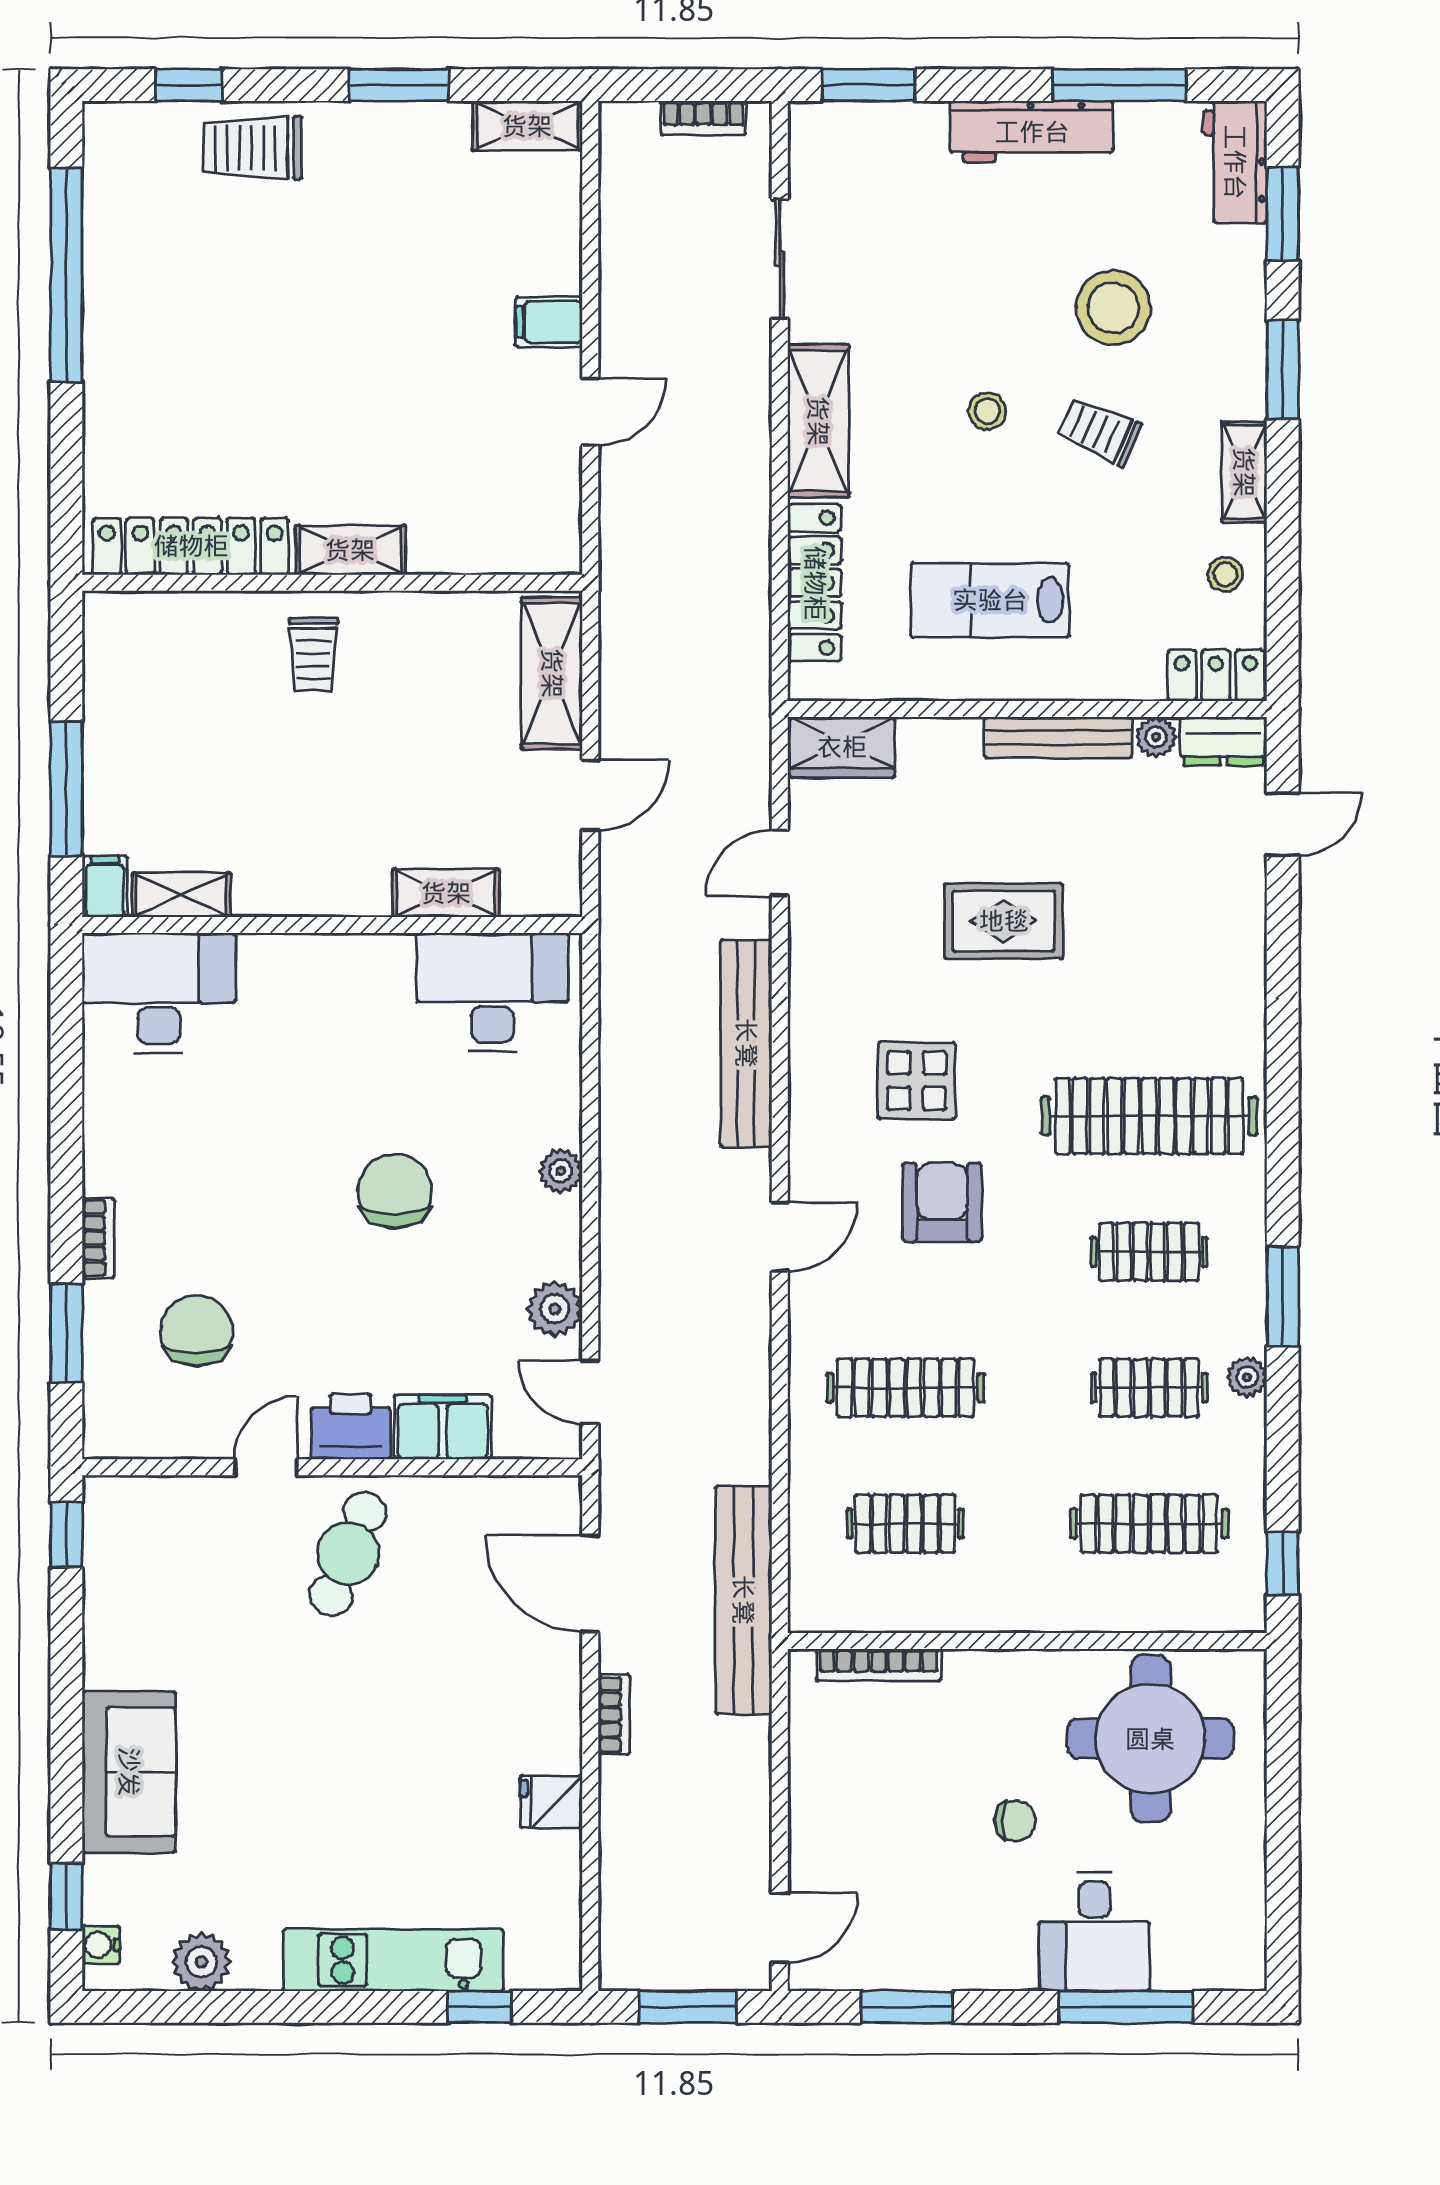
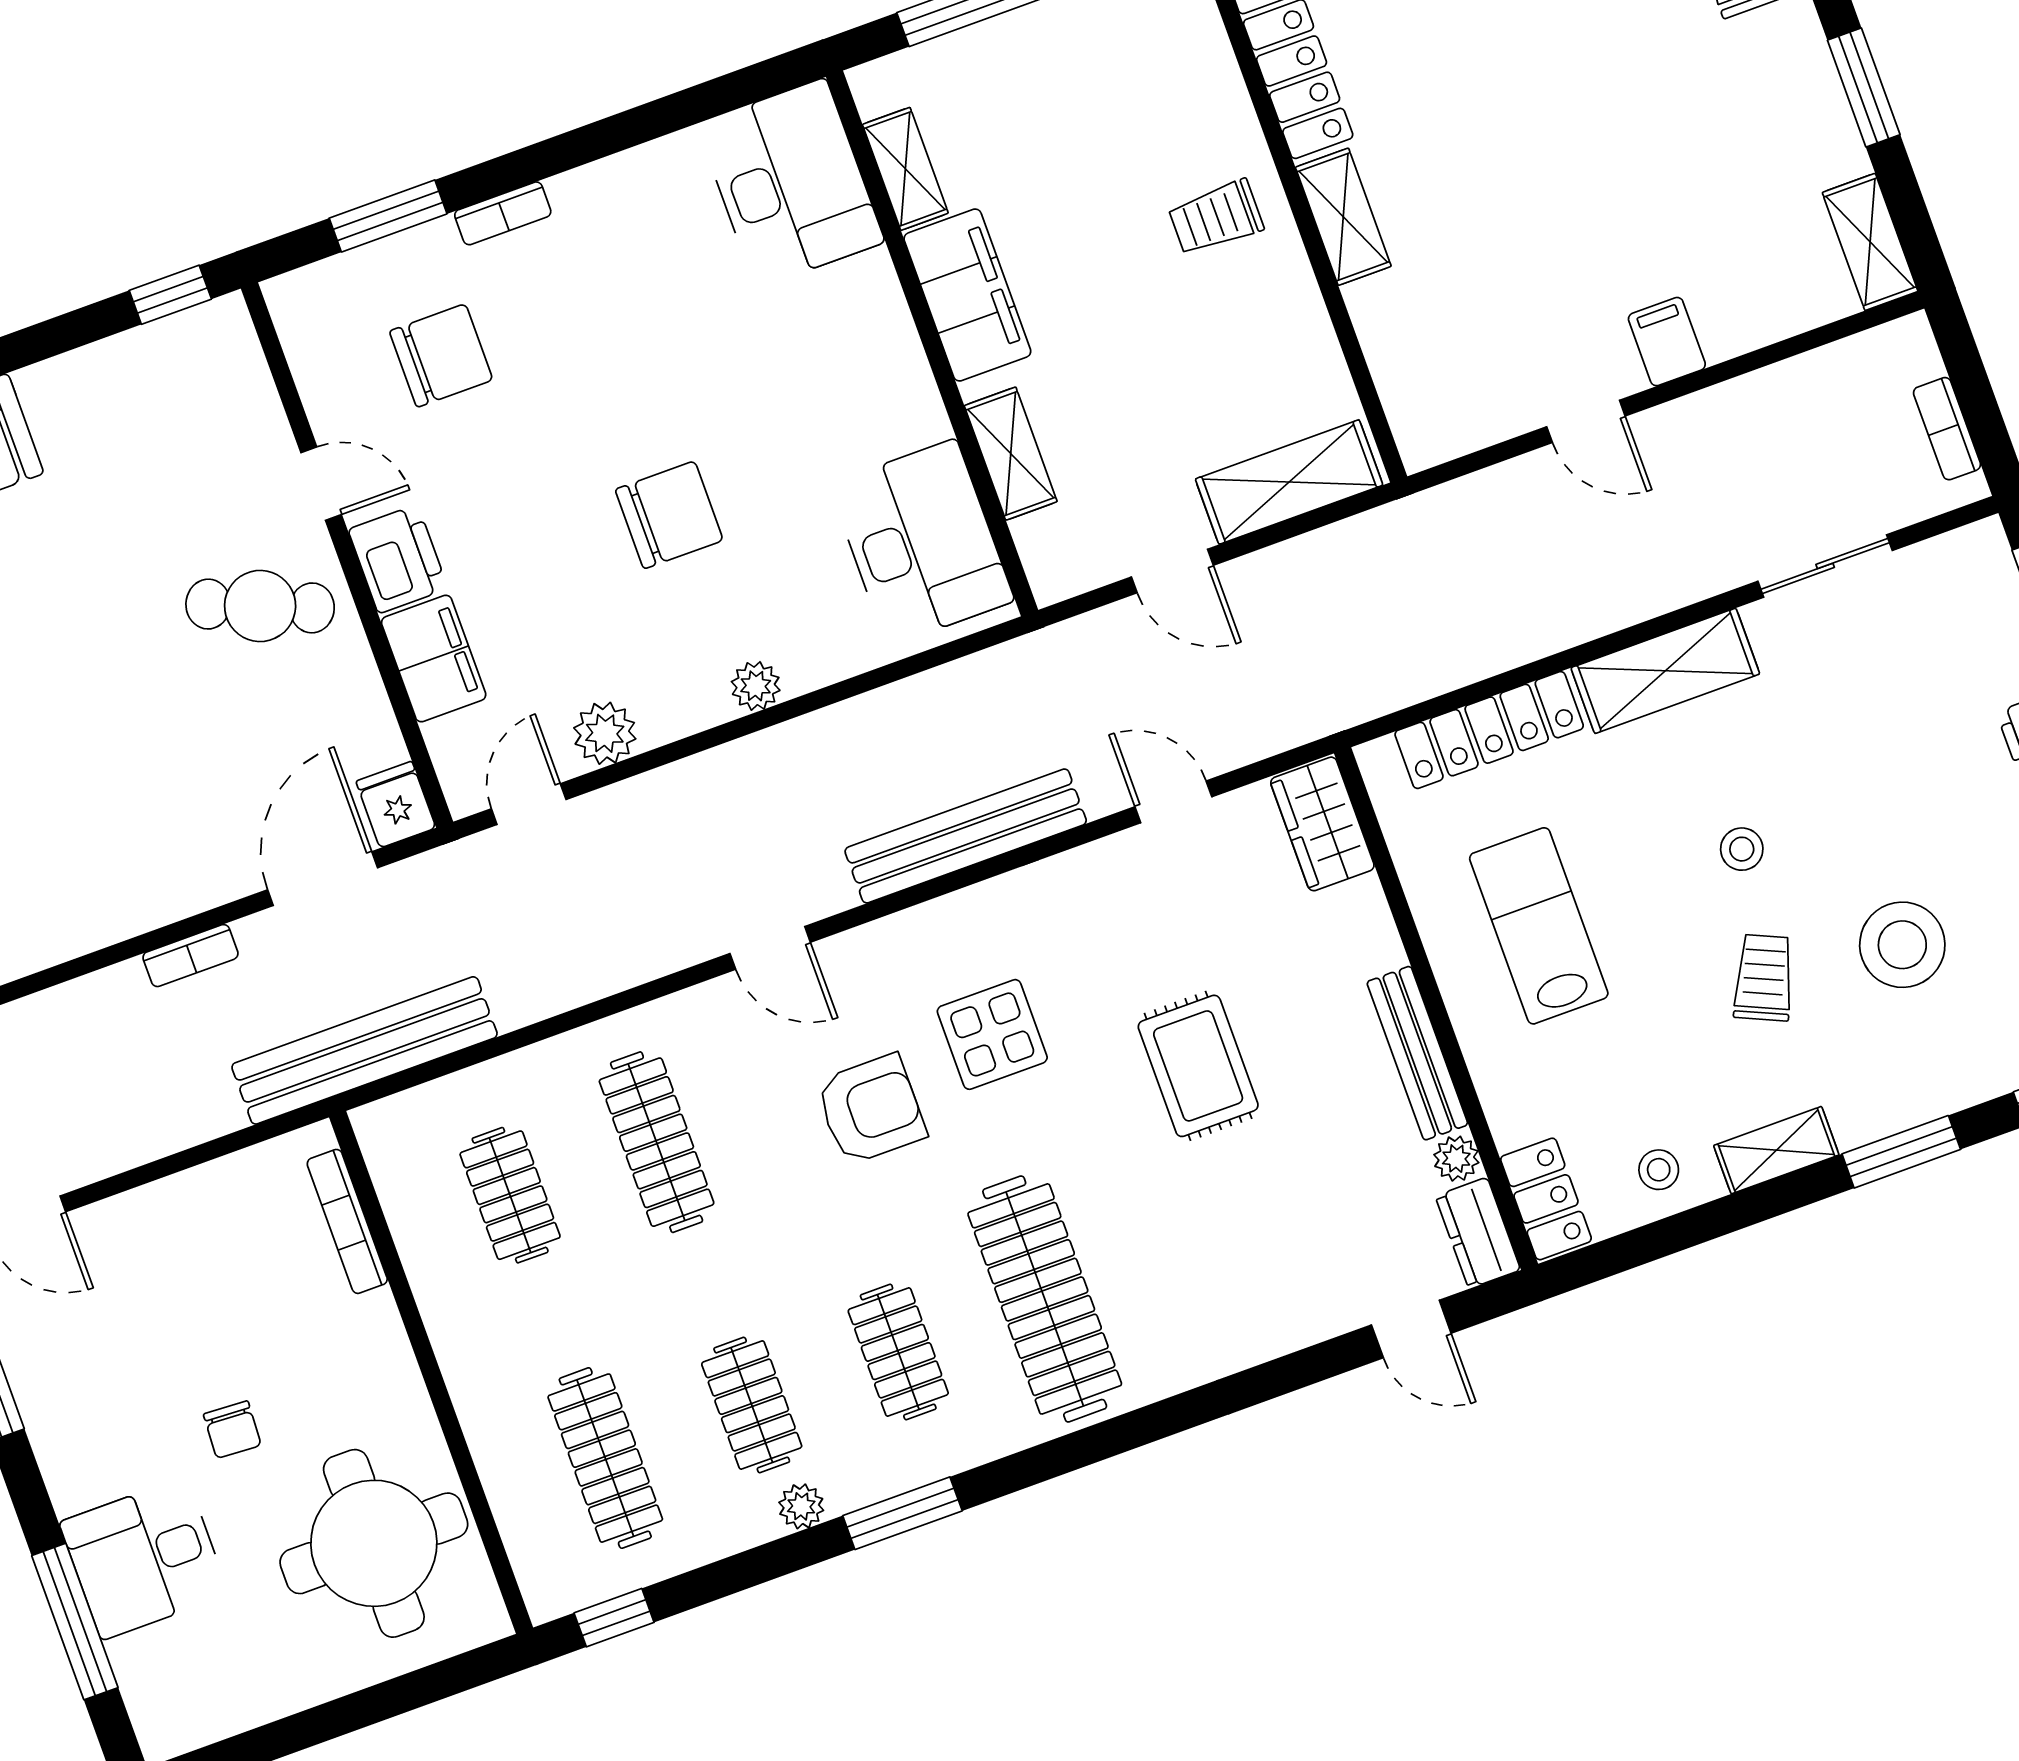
filing cabinet: (105, 887) -> (967, 295), moved, width x3.00, depth x1.17
fridge: (551, 1802) -> (396, 805), moved

